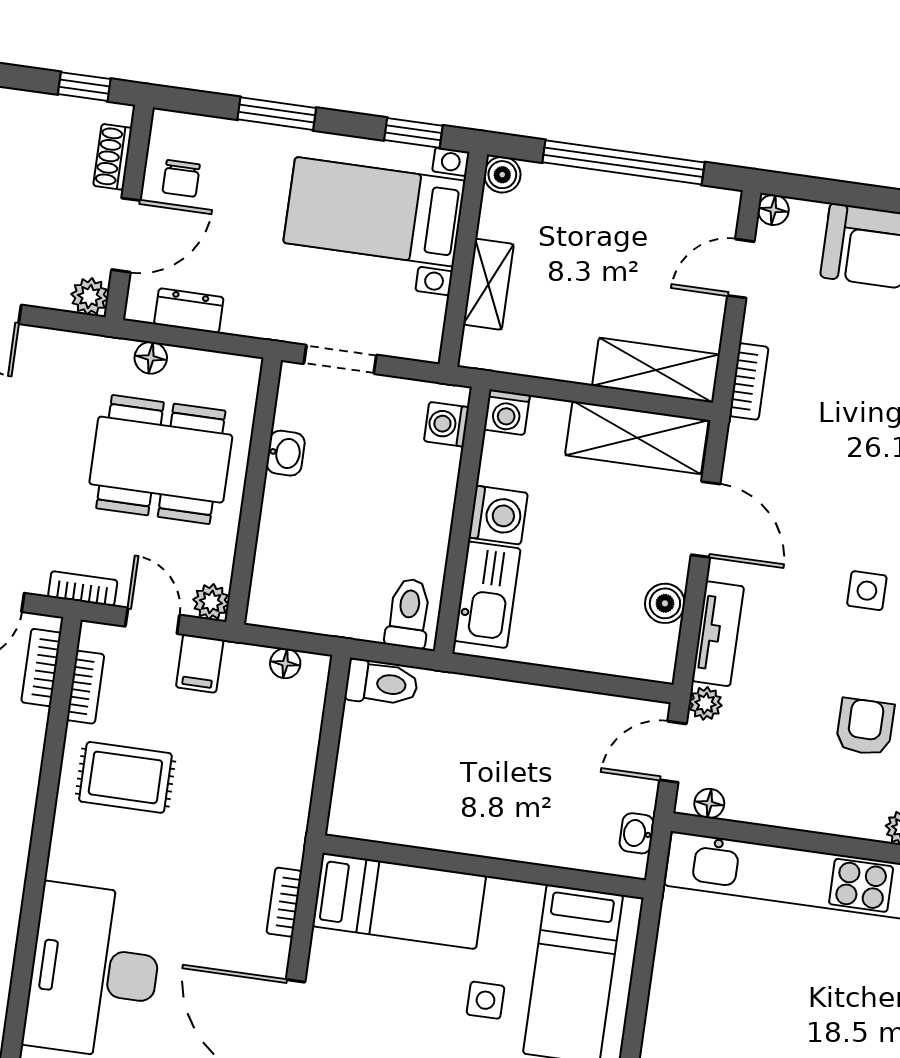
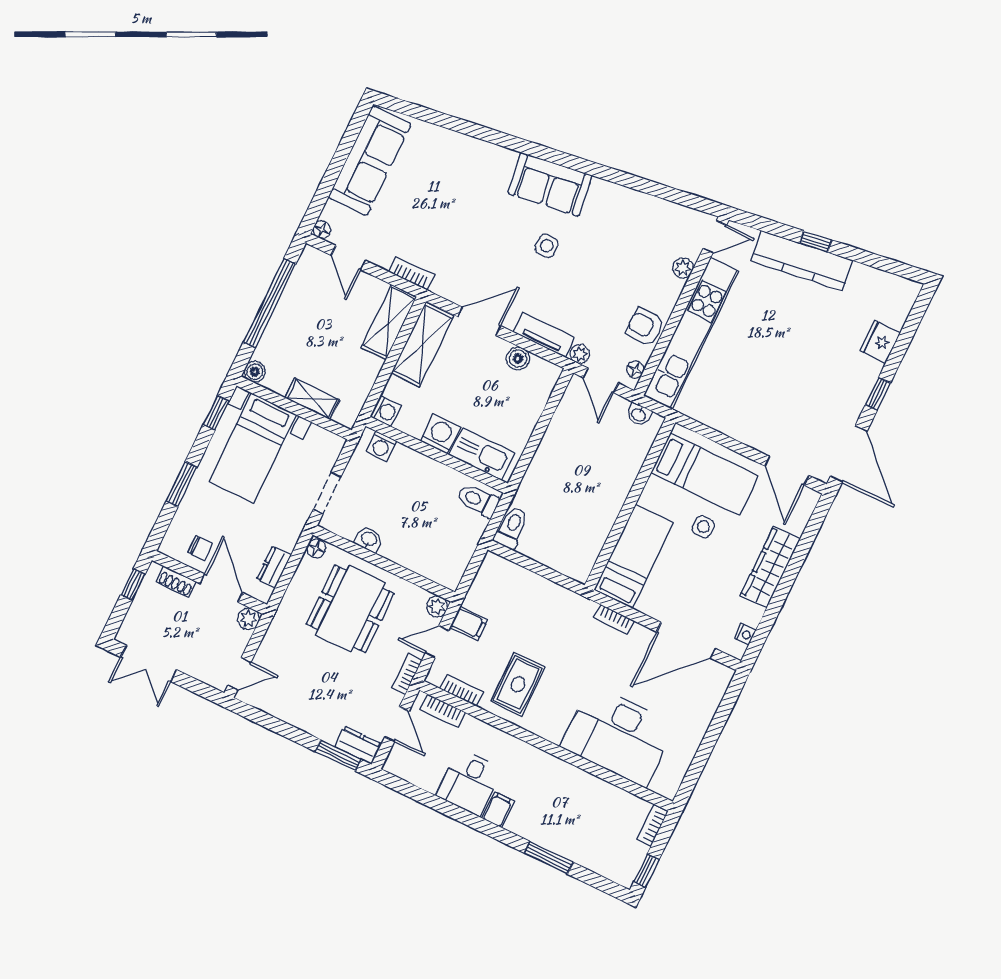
floor lamp: (151, 358) -> (316, 548), moved
floor lamp: (285, 663) -> (484, 577), removed
armchair: (865, 727) -> (645, 327), moved

